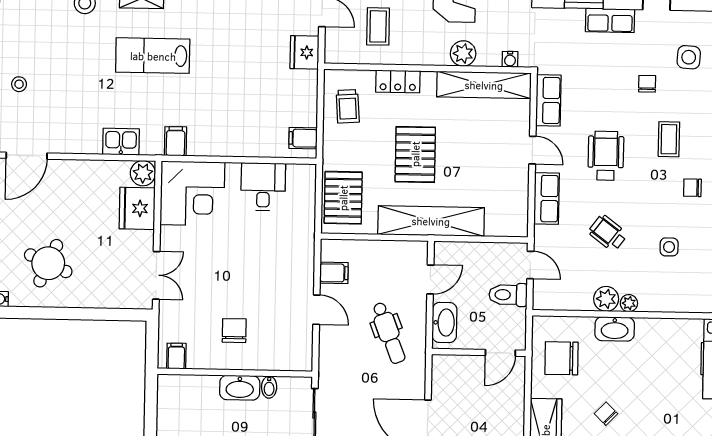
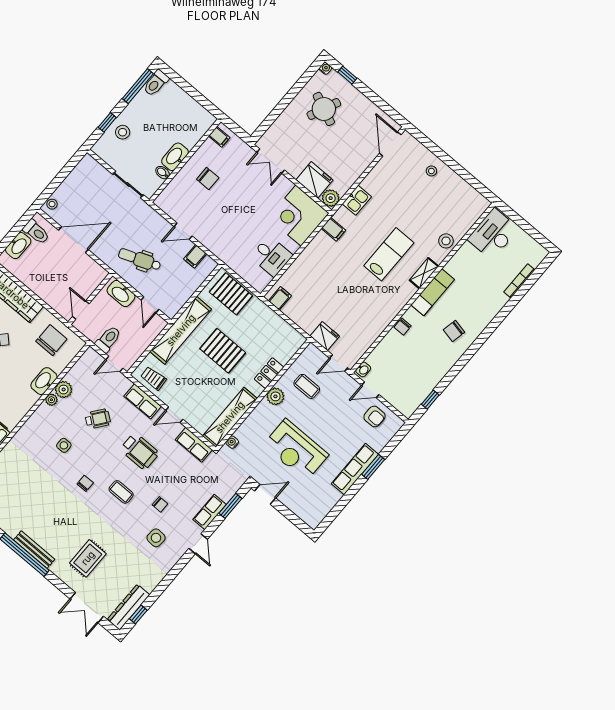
plant: (463, 53) -> (275, 396), moved
trolley: (348, 106) -> (153, 378), moved

